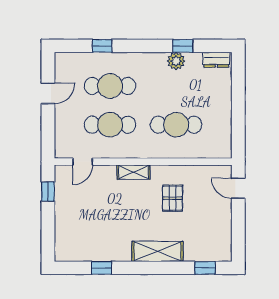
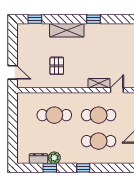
window: (102, 46) -> (83, 168), moved
dresser: (216, 60) -> (39, 159), moved
shelving: (134, 172) -> (99, 83), moved
window: (102, 268) -> (93, 19), moved

